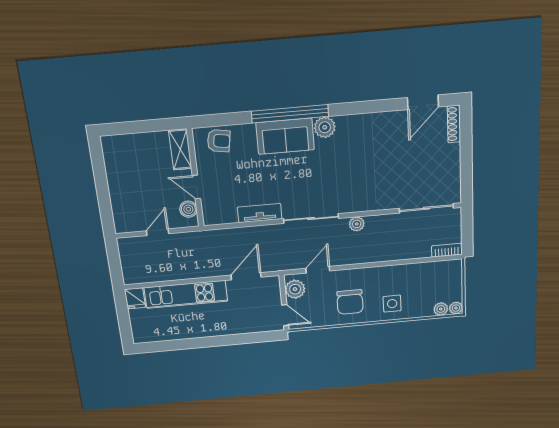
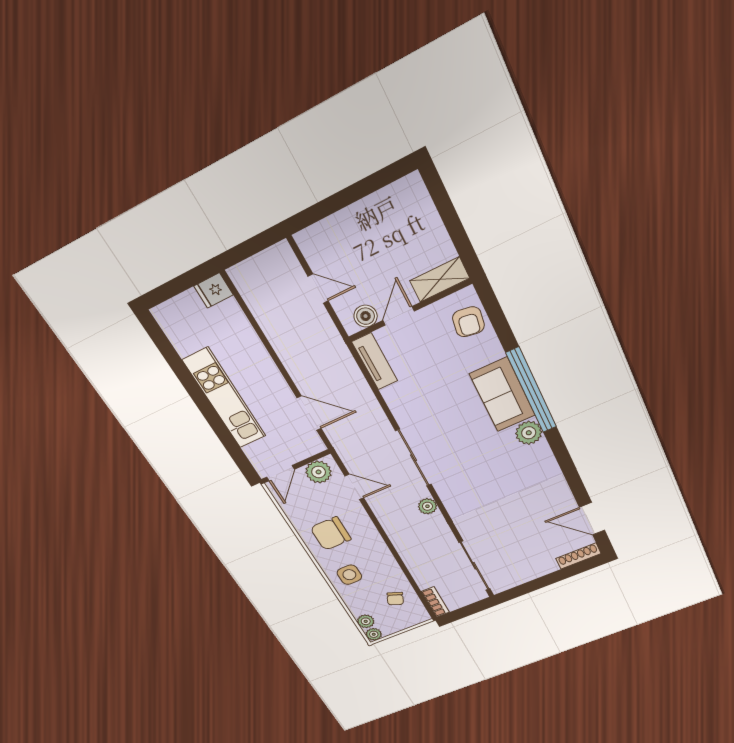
tv unit: (260, 213) -> (375, 361), moved
chair: (430, 279) -> (395, 599), added
kitchen unit: (186, 294) -> (225, 399), moved, turned 180

